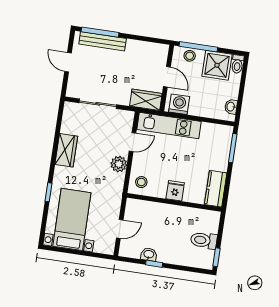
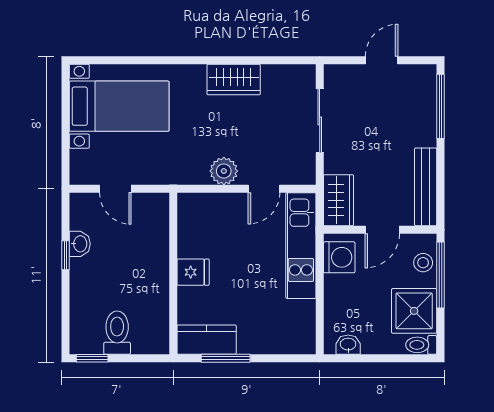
bench: (103, 41) -> (426, 187), moved
door: (133, 142) -> (264, 189), hinge flipped
window: (233, 148) -> (226, 358), moved
stool: (141, 182) -> (199, 213), removed
window: (49, 192) -> (159, 60), removed

